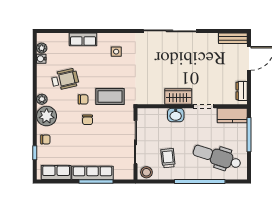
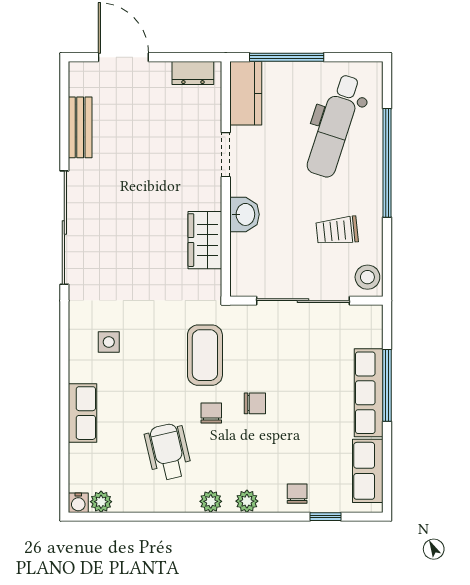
bench: (233, 38) -> (80, 127), moved
water cooler: (41, 59) -> (78, 503), moved
wardrobe: (178, 96) -> (205, 240), moved
plant: (47, 116) -> (247, 501), width x0.53, depth x0.53

